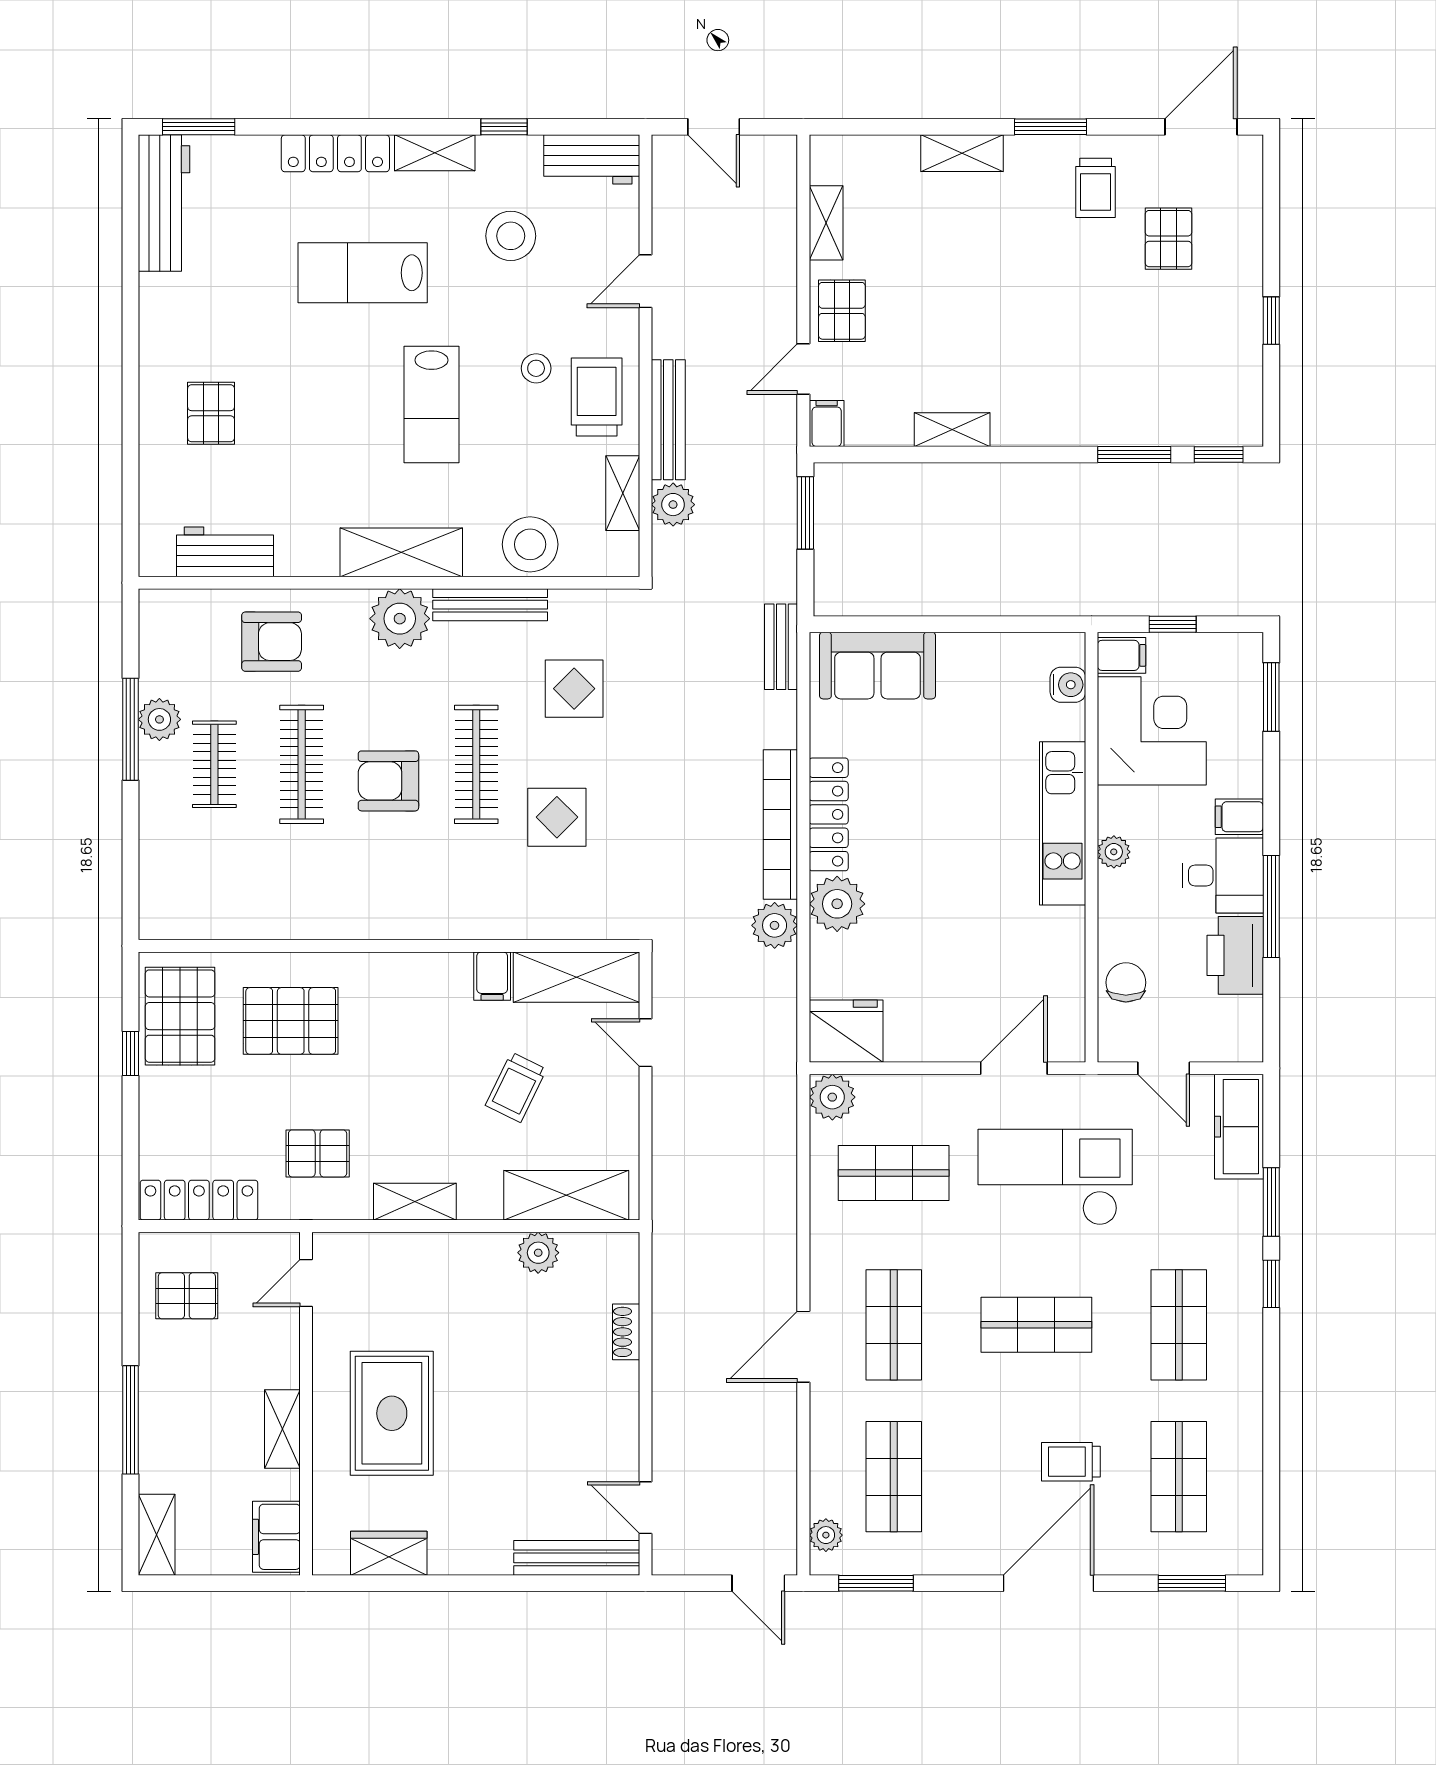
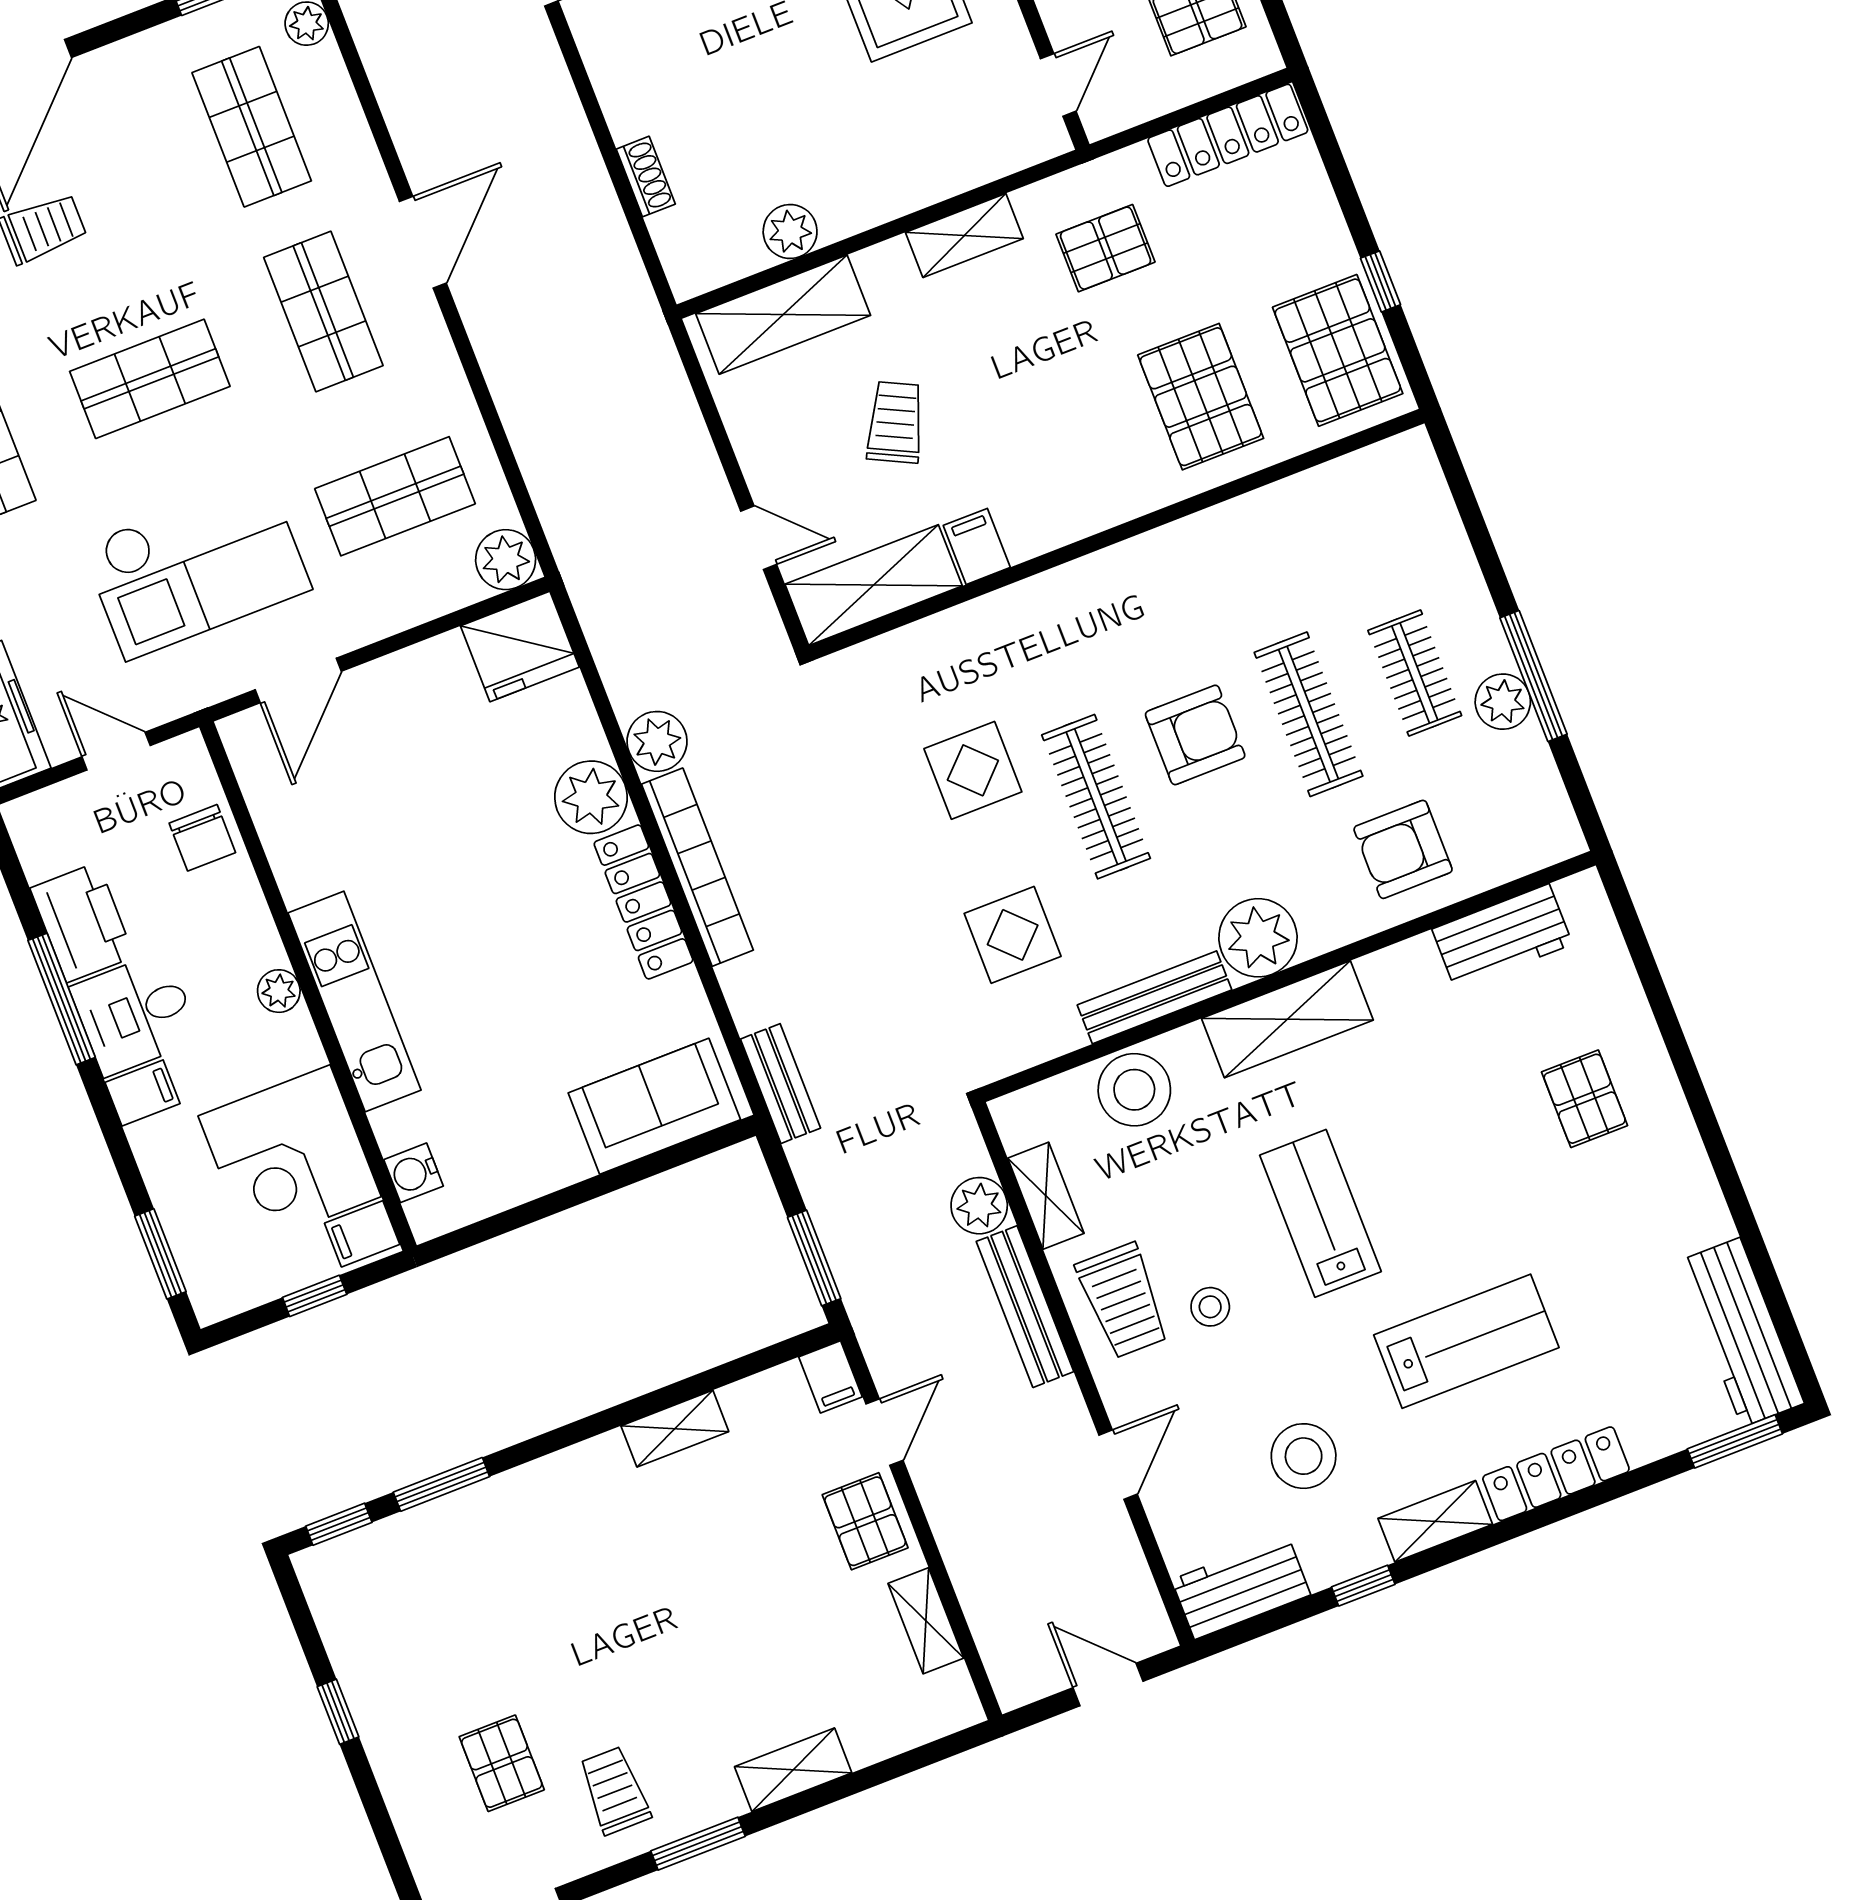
pallet: (291, 1021) -> (1201, 397), turned 90

